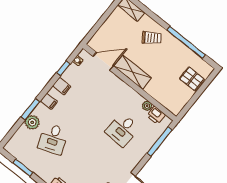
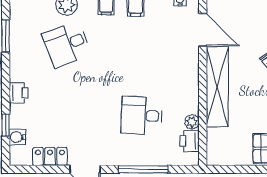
shelving: (133, 72) -> (217, 87), width x1.47
window: (160, 142) -> (143, 169), moved

